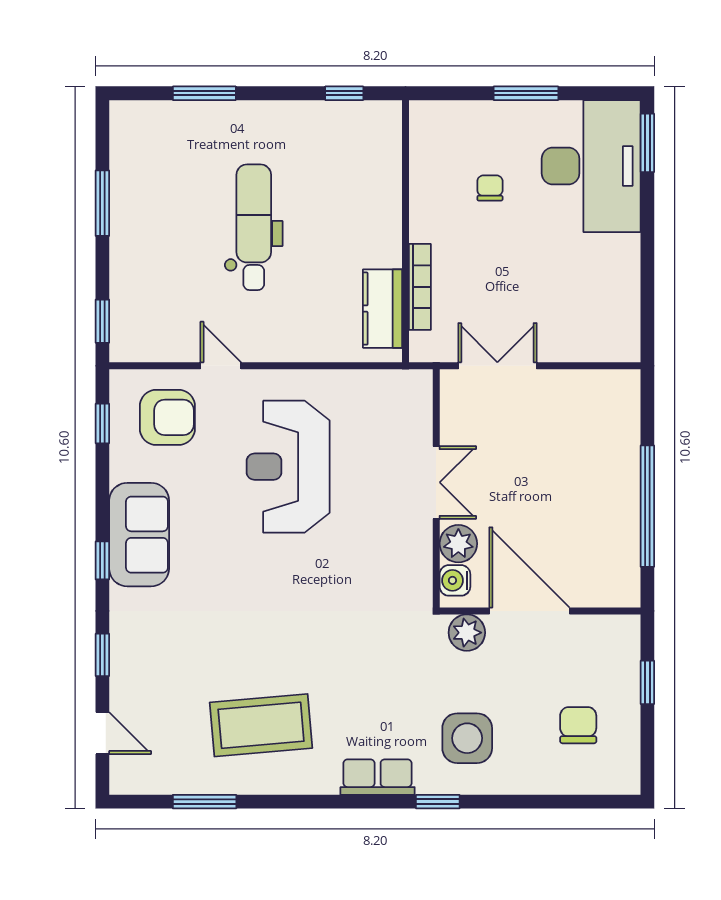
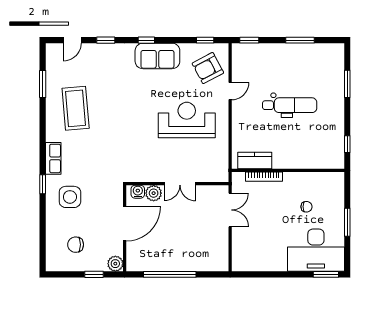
armchair: (167, 417) -> (208, 68), turned 62
plant: (467, 633) -> (115, 264), moved
chair: (578, 725) -> (76, 245), turned 180

